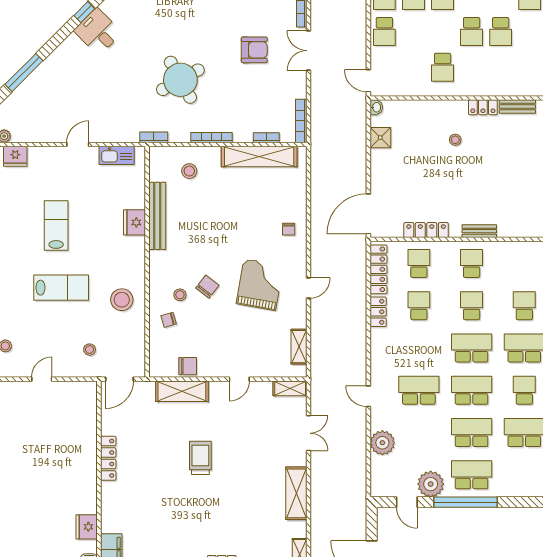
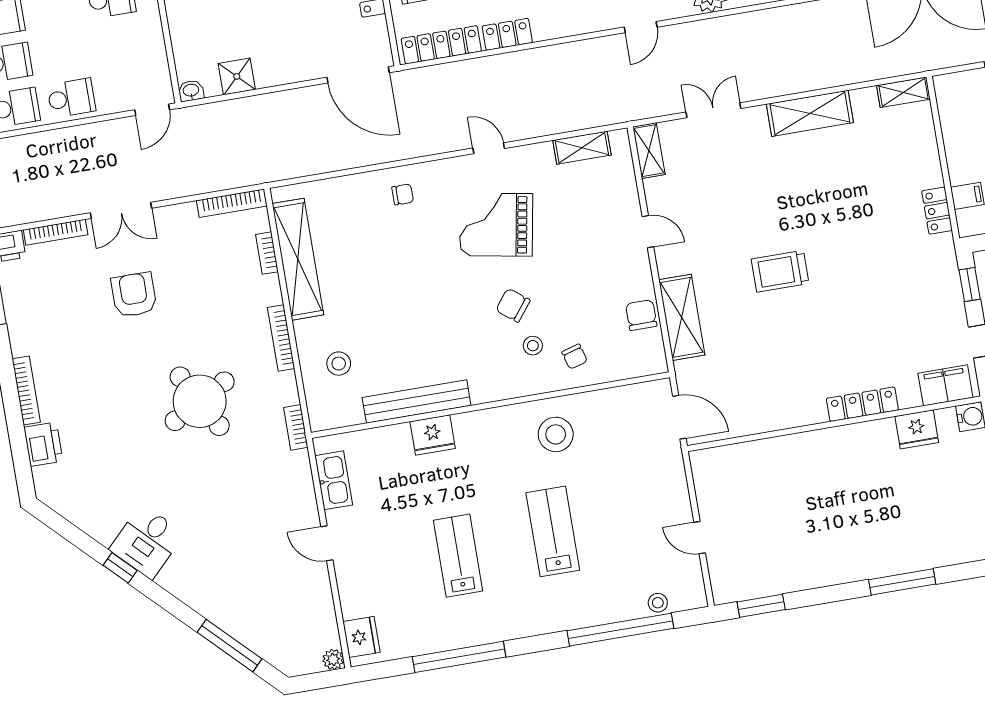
lab bench: (56, 226) -> (458, 556), turned 90
stool: (90, 350) -> (641, 471), removed
locker: (108, 458) -> (862, 404), moved

